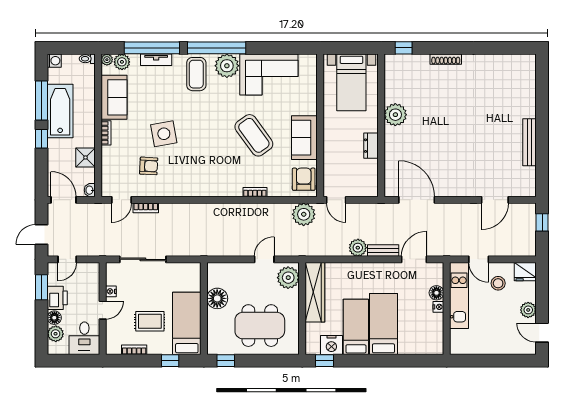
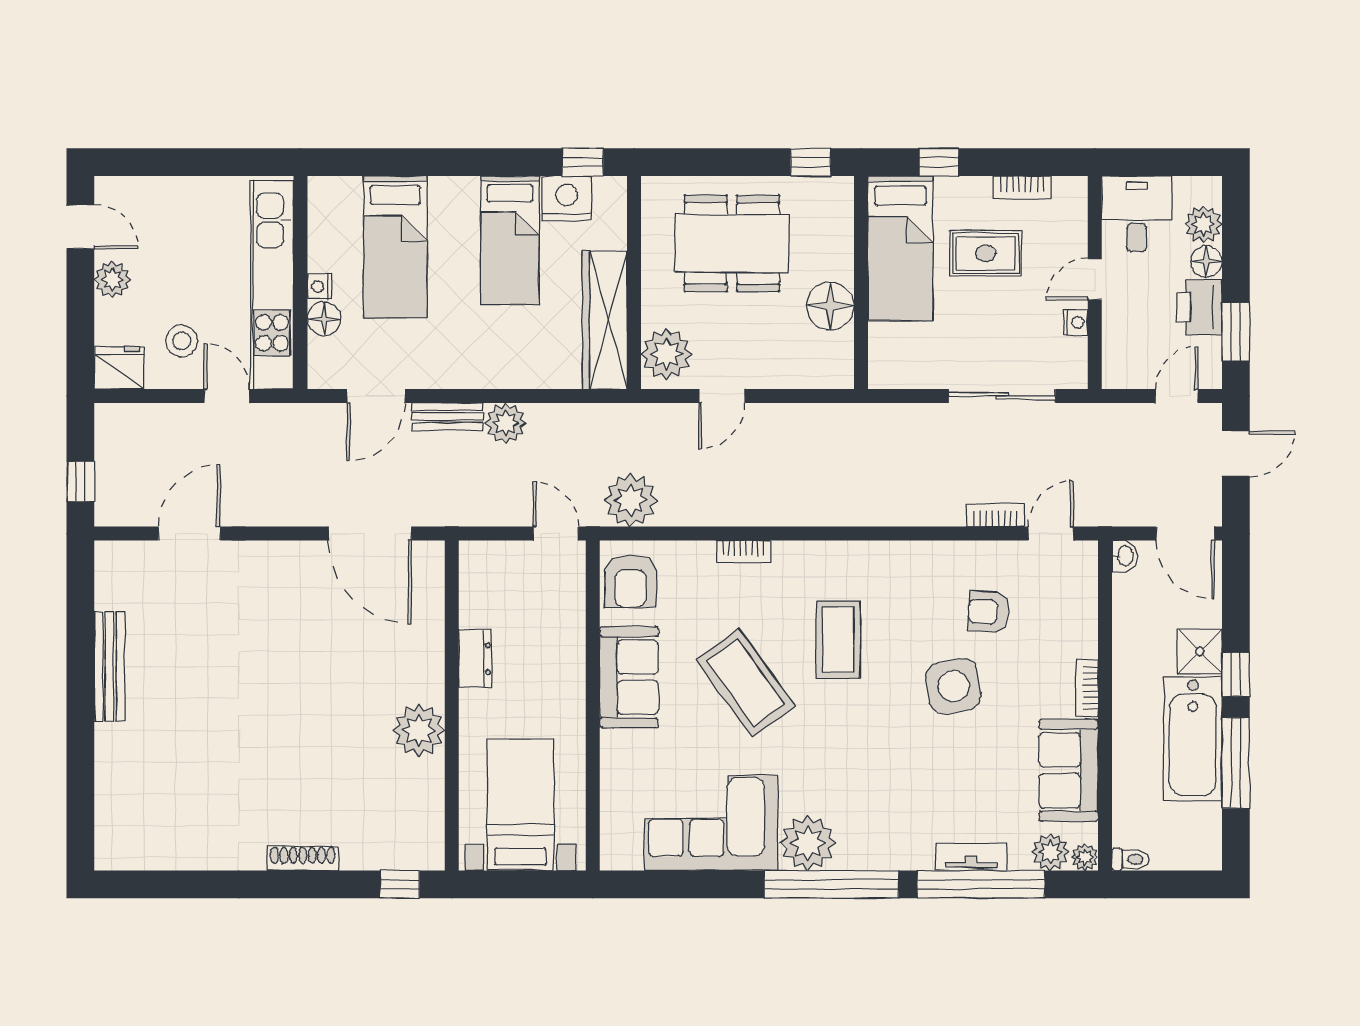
washing machine: (54, 61) -> (1206, 855), removed
coffee table: (196, 74) -> (838, 640), moved
shower: (86, 157) -> (1200, 652), moved
kitchen unit: (459, 296) -> (272, 285), width x1.36
bed: (383, 324) -> (395, 247), moved

